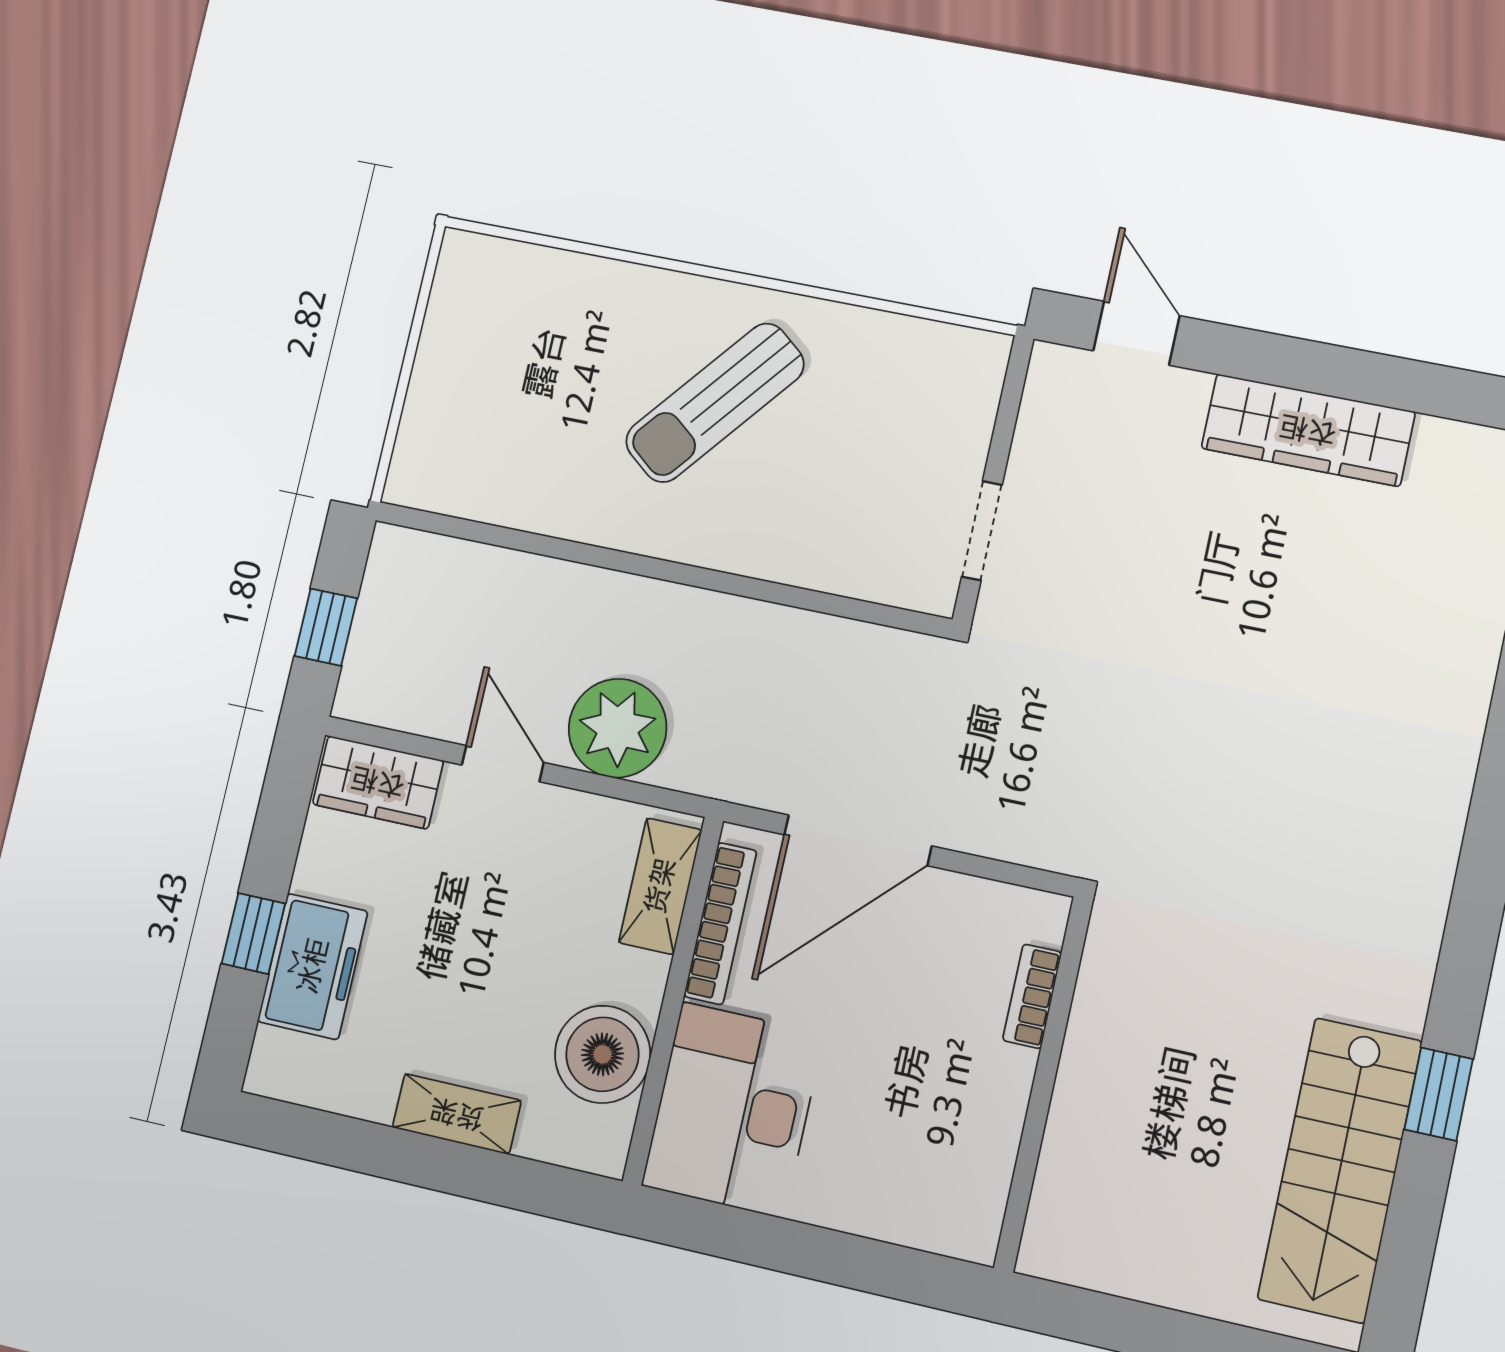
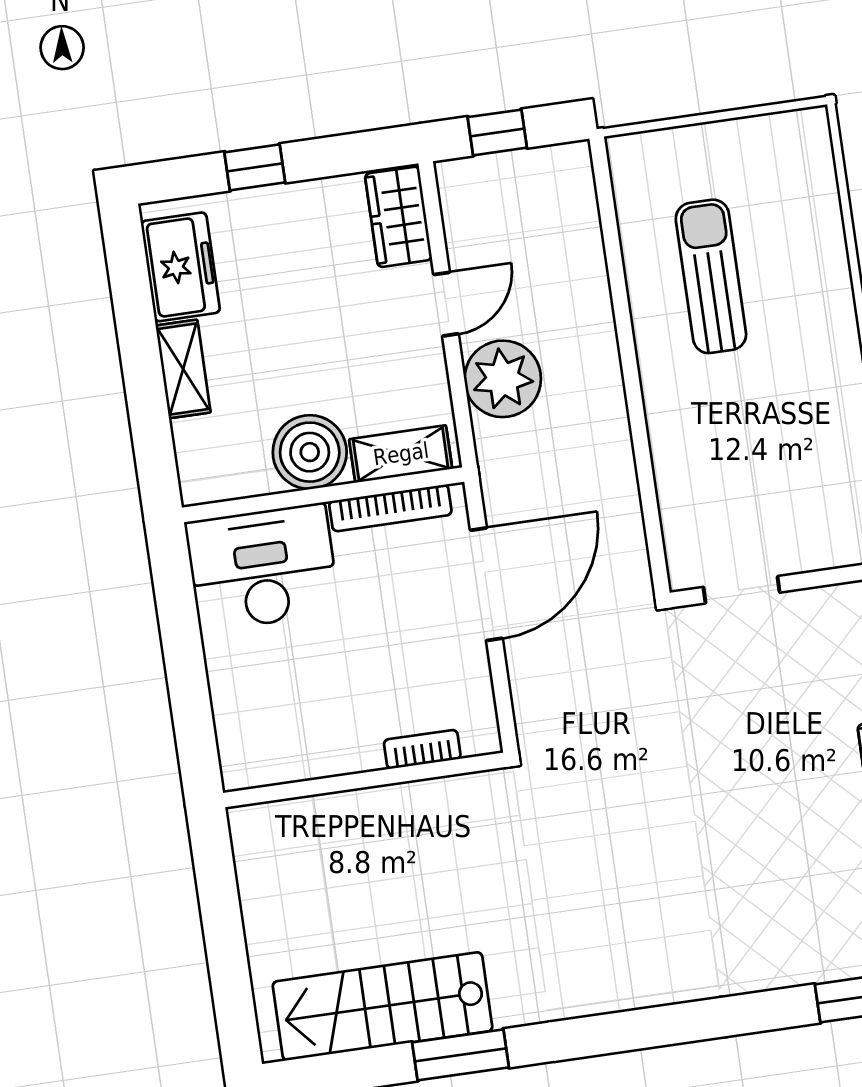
sun lounger: (715, 403) -> (711, 276), moved, turned 51
door: (858, 840) -> (486, 584), swing flipped
freezer: (313, 966) -> (180, 267), moved, turned -90
boiler: (602, 1054) -> (310, 452), moved
window: (1439, 1094) -> (460, 1055), width x1.50

